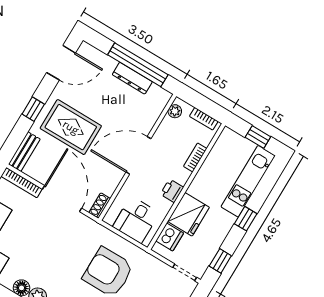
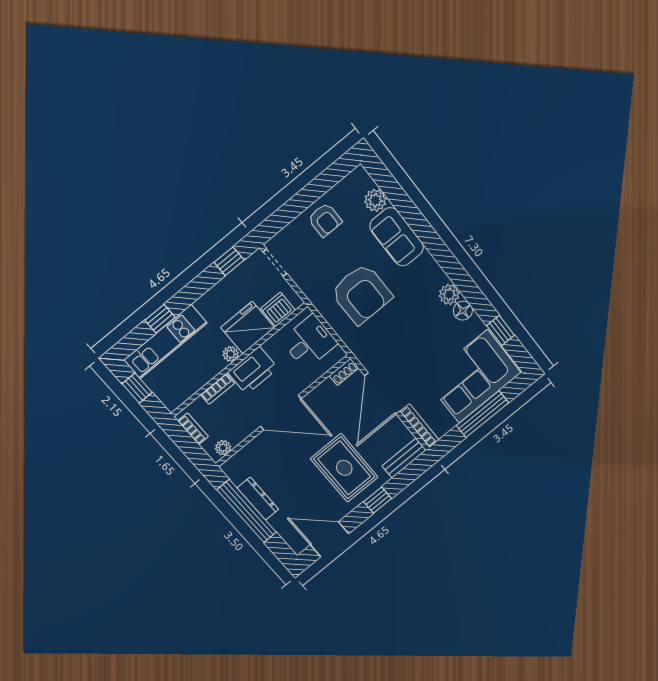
plant: (195, 189) -> (231, 354), added
printer: (172, 191) -> (253, 370), width x1.87, depth x1.48
window: (246, 219) -> (160, 319), moved

